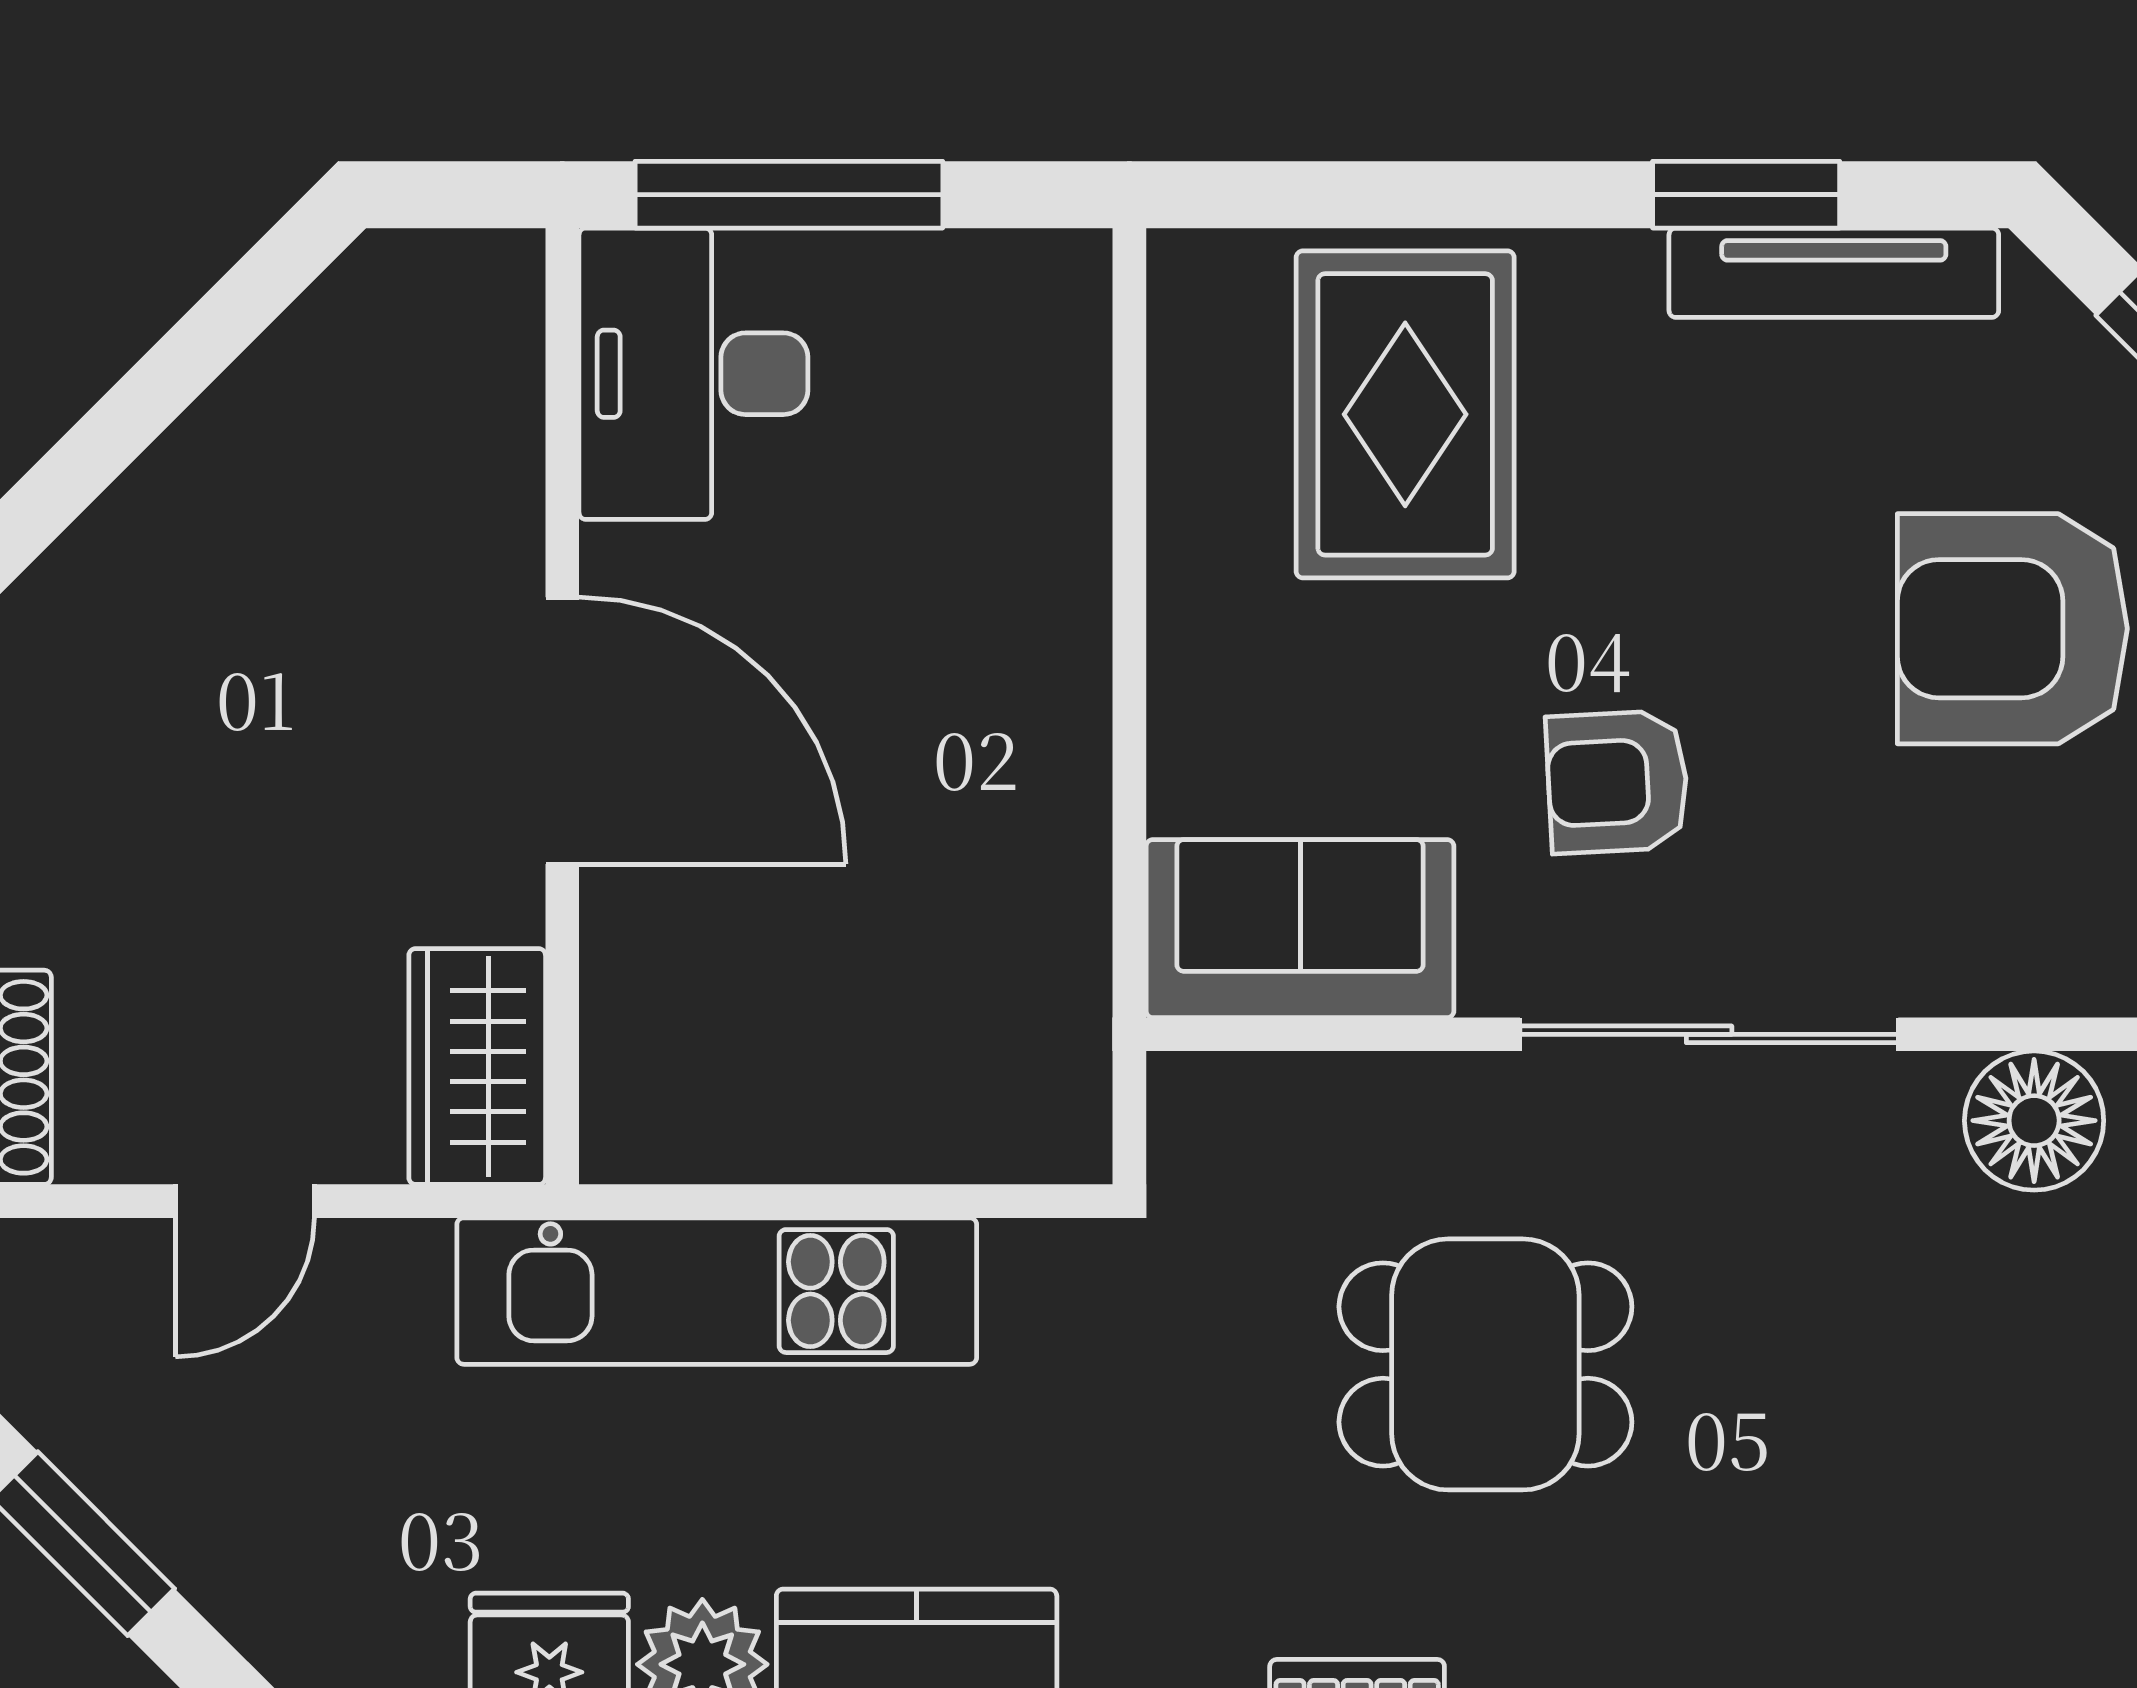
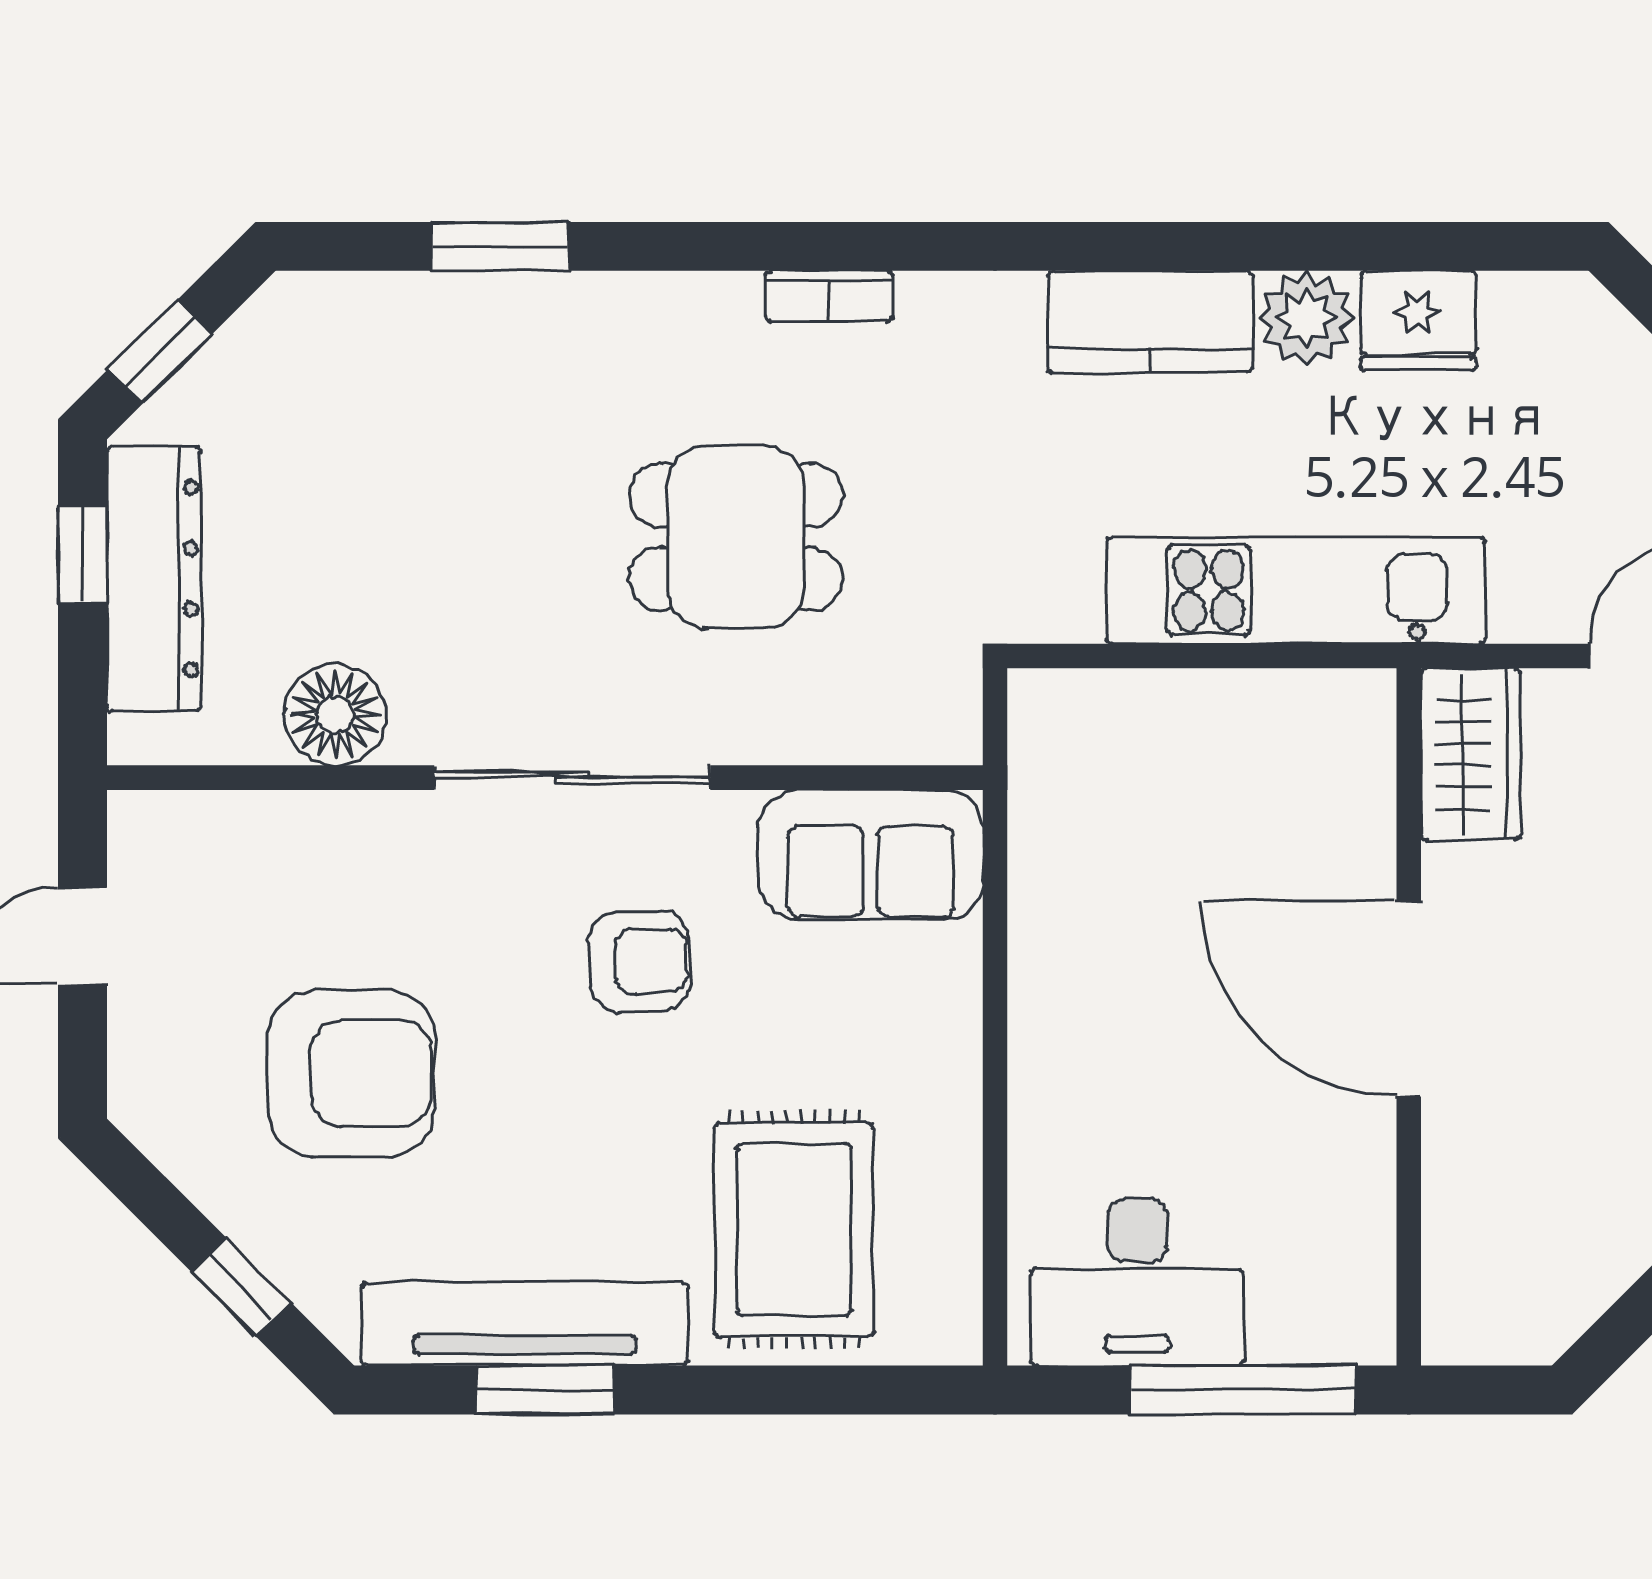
tv unit: (1834, 273) -> (525, 1324), width x1.36, depth x1.29
desk: (693, 374) -> (1137, 1282), moved, turned 90

